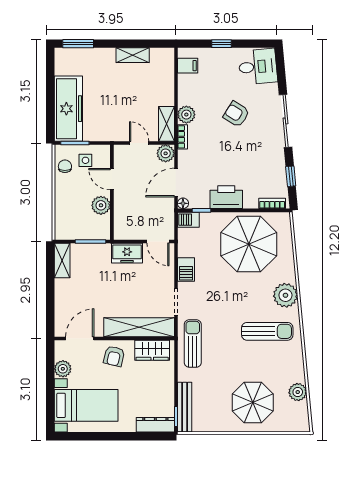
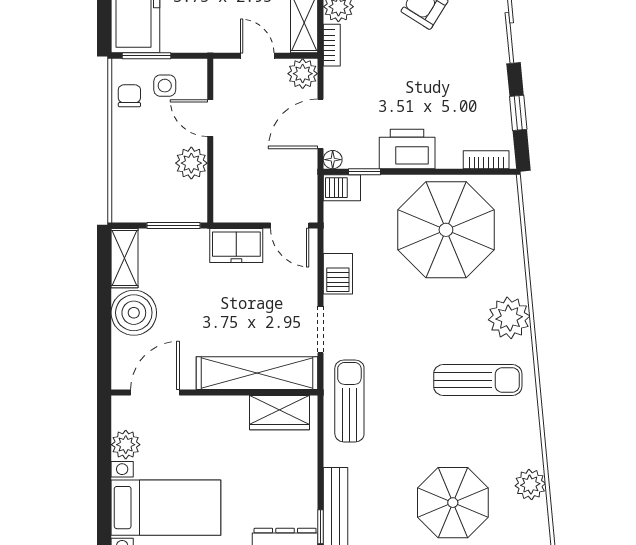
boiler: (68, 292) -> (134, 313), added
armchair: (114, 356) -> (214, 423), removed

